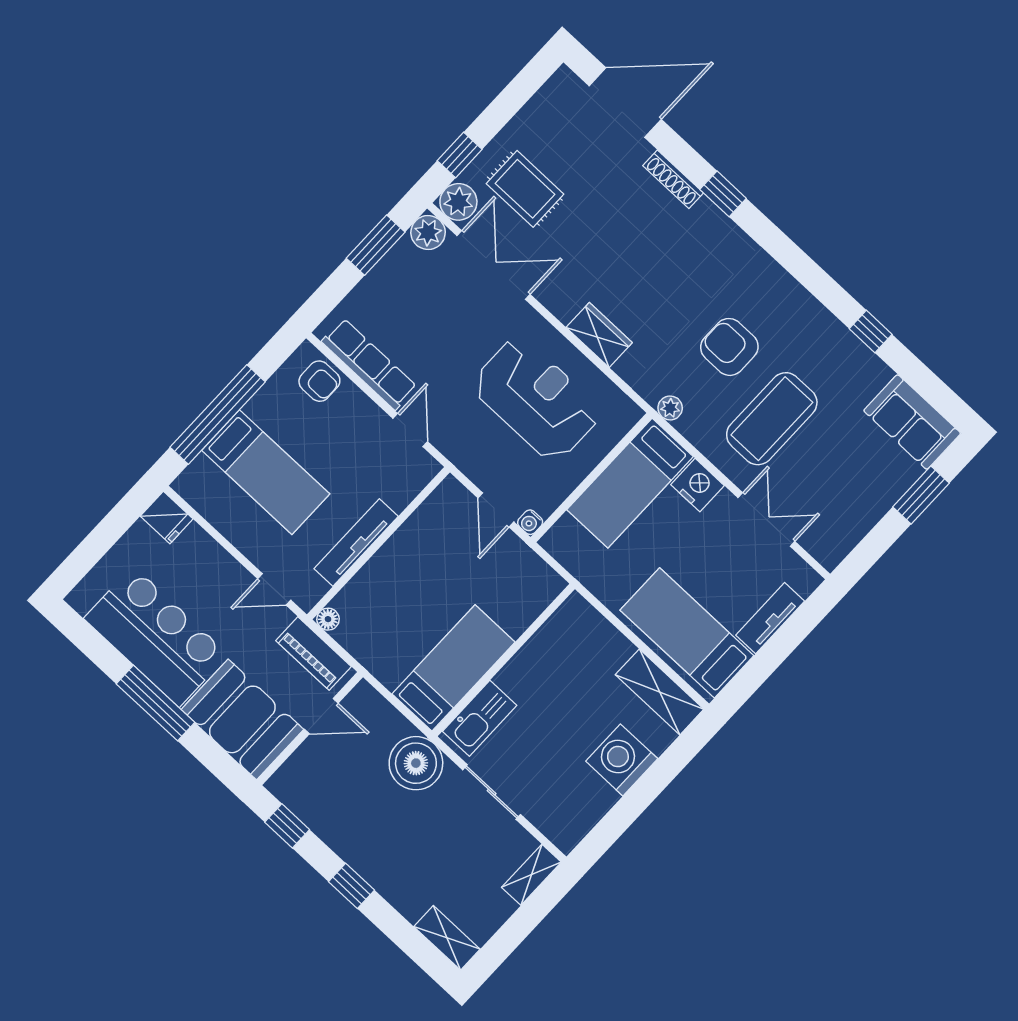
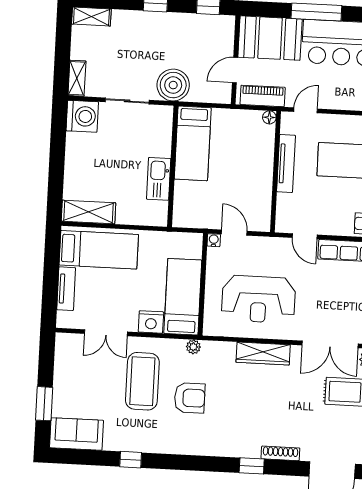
wardrobe: (599, 335) -> (263, 354), width x1.50
kitchen sink: (480, 718) -> (159, 179), moved
washing machine: (622, 760) -> (82, 116), moved

